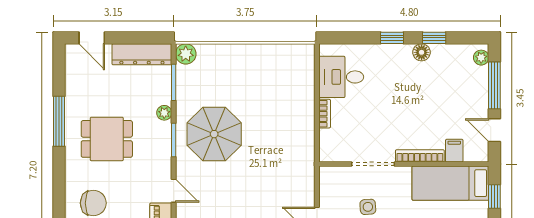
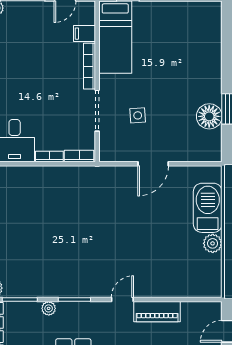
parasol: (214, 134) -> (69, 261), removed
bookcase: (325, 145) -> (79, 156), added

